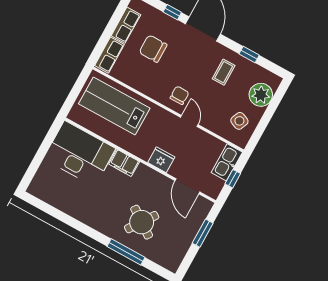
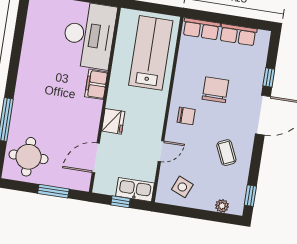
chair: (153, 49) -> (215, 90), moved
window: (249, 55) -> (250, 196), moved
coffee table: (224, 72) -> (226, 153), turned 66
plant: (261, 95) -> (222, 206), width x0.53, depth x0.53
door: (189, 121) -> (161, 151), moved
round table: (142, 222) -> (29, 157), moved, turned -35

